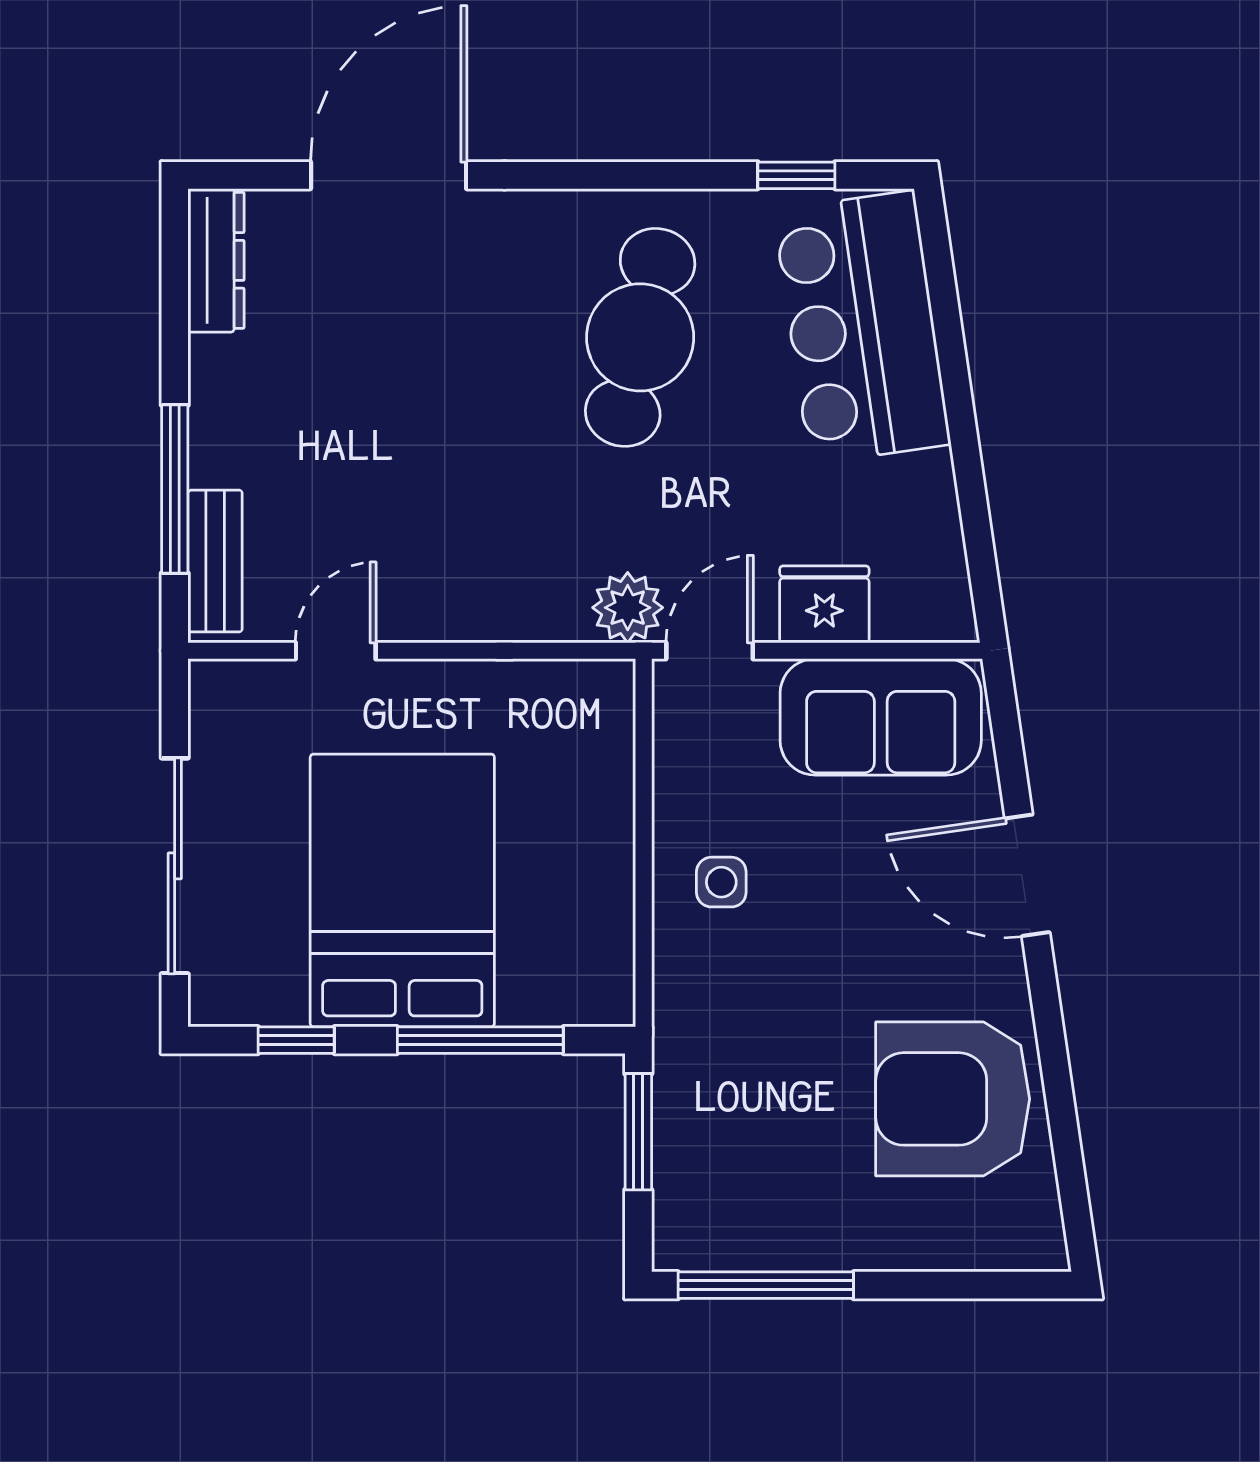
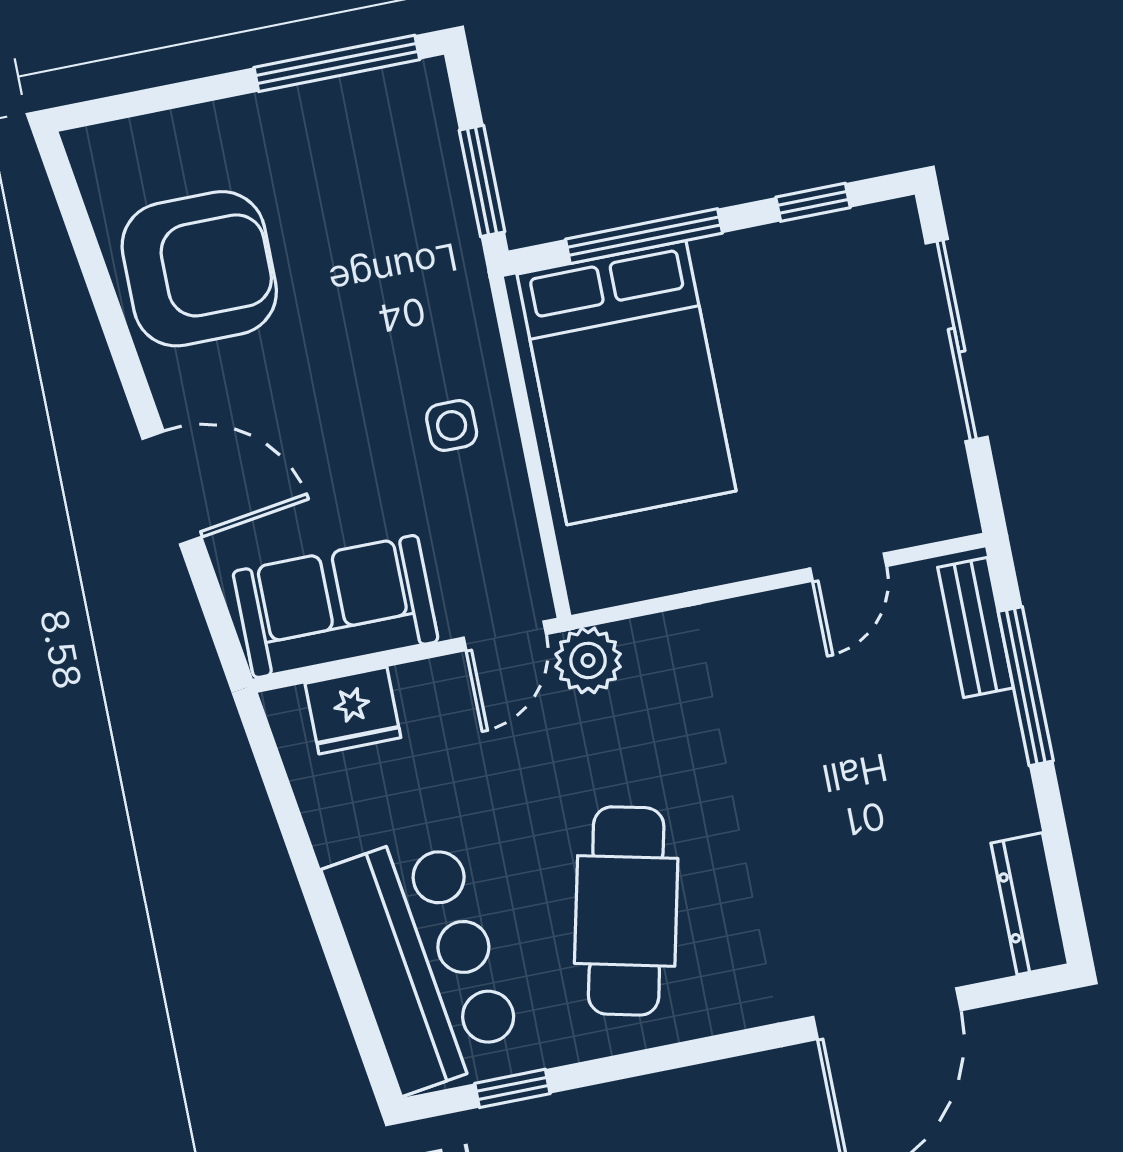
fridge: (824, 604) -> (353, 711), moved
bed: (402, 890) -> (626, 383), moved

